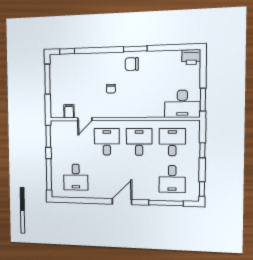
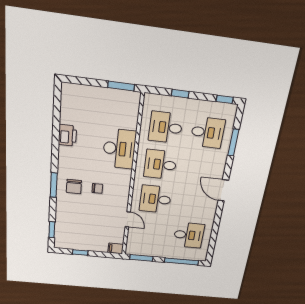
window: (135, 49) -> (54, 185), moved
printer: (191, 57) -> (67, 135), moved
chair: (132, 64) -> (74, 187), moved
window: (47, 79) -> (80, 252), width x0.46
desk: (182, 104) -> (119, 149), moved
filing cabinet: (69, 111) -> (116, 248), moved
window: (166, 203) -> (233, 143), width x0.69

